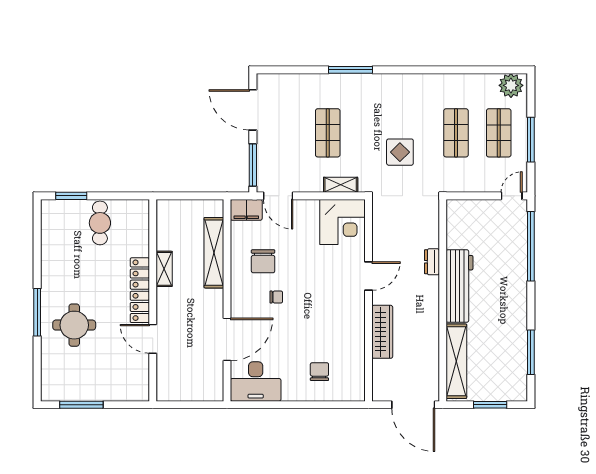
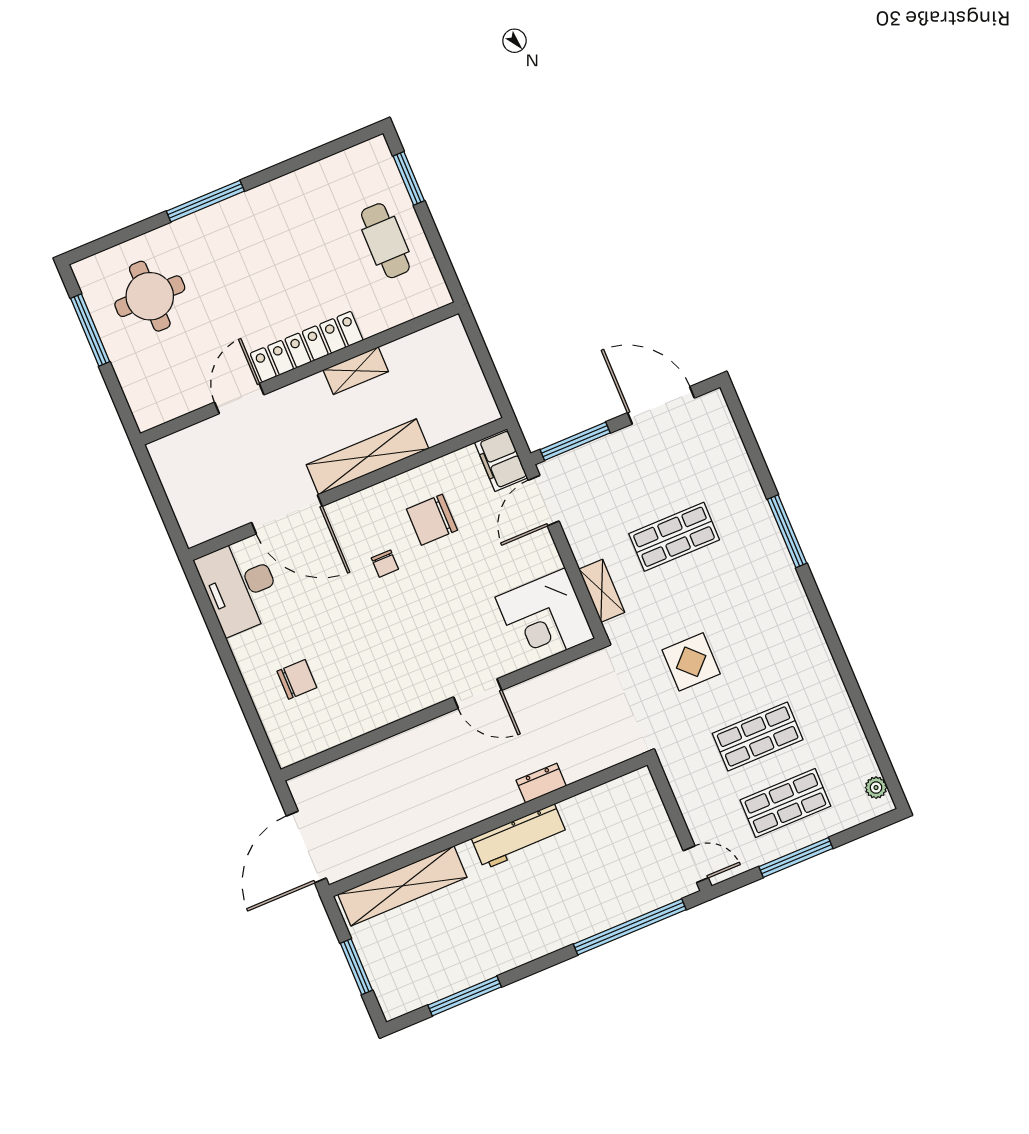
plant: (511, 85) -> (876, 788), width x0.53, depth x0.53
door: (253, 110) -> (661, 405), hinge flipped
cafe table: (100, 223) -> (385, 241), turned 90
shelving: (214, 253) -> (367, 457), moved
workbench: (460, 286) -> (519, 837), width x0.73, depth x0.76
round table: (74, 325) -> (150, 296), moved
wardrobe: (382, 332) -> (400, 751), removed

